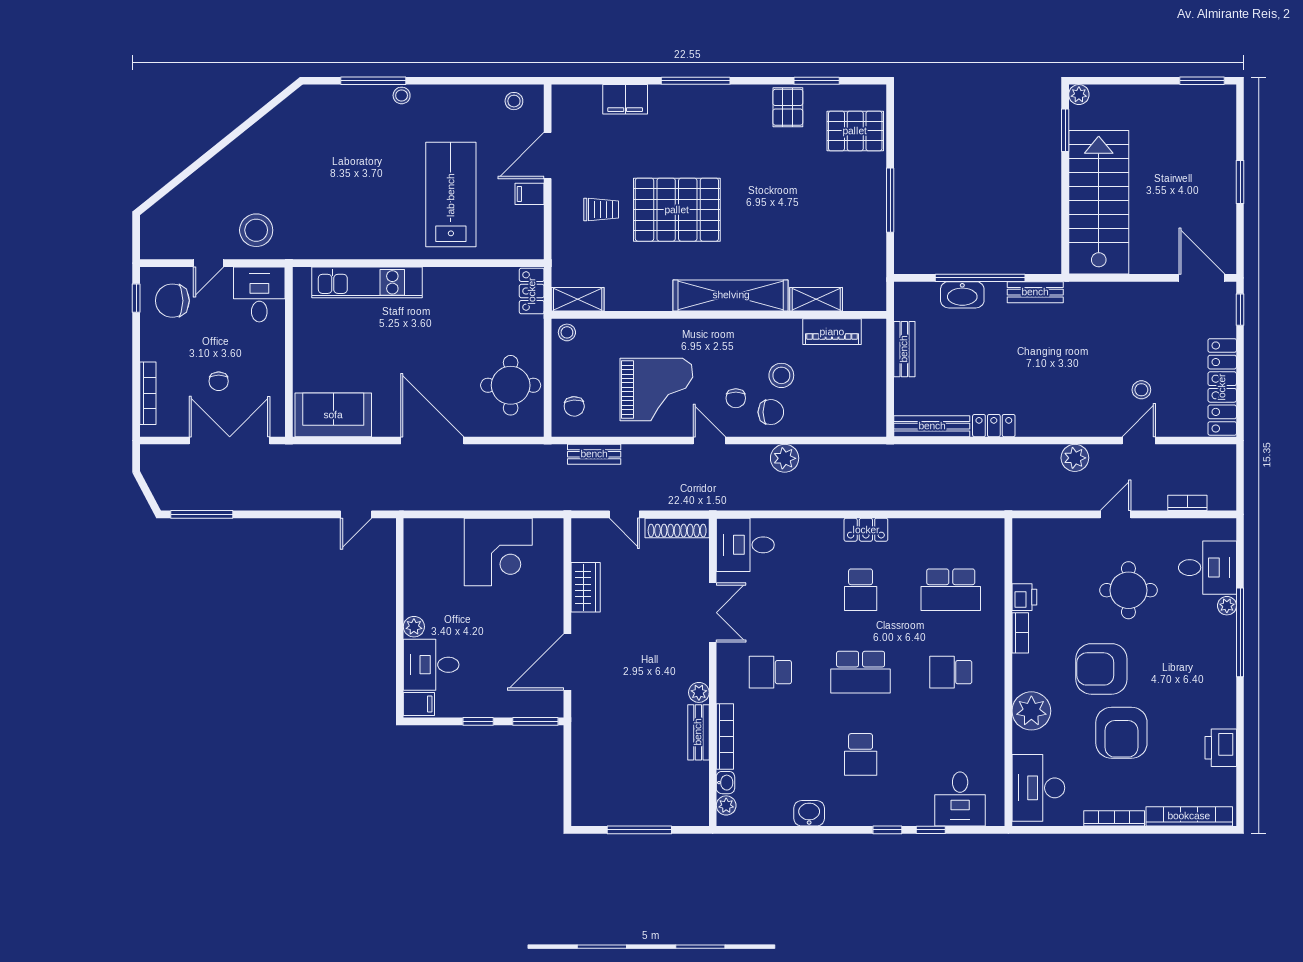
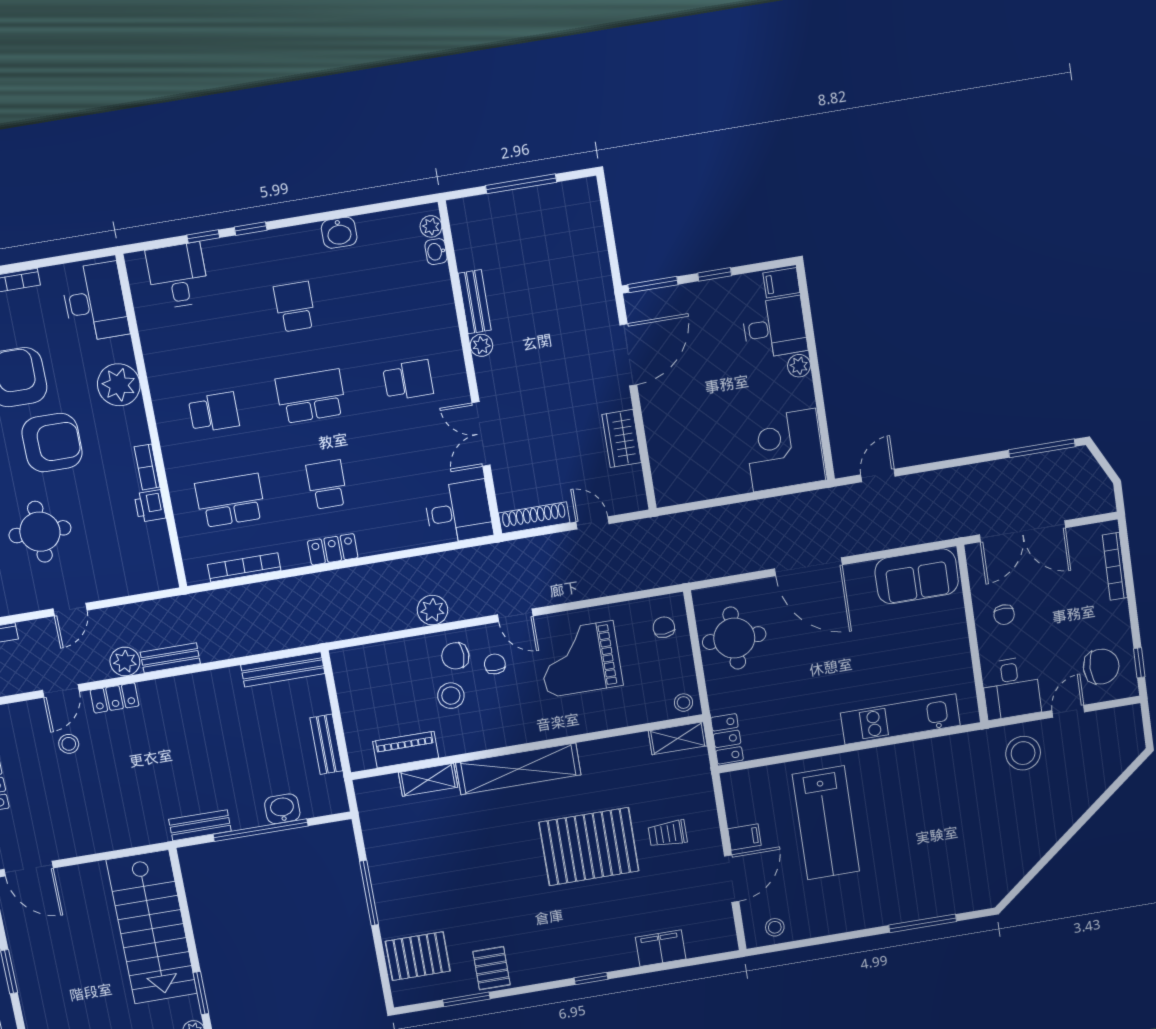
window: (696, 81) -> (591, 979), width x0.46
stool: (402, 95) -> (891, 914), removed
washbasin: (962, 295) -> (282, 809), width x0.72
chair: (219, 381) -> (1004, 615), moved, turned 180
locker: (994, 426) -> (115, 698), moved
bench: (594, 454) -> (170, 658), moved
corner desk: (498, 552) -> (784, 450), moved
bookcase: (725, 736) -> (244, 567), moved, turned 90

